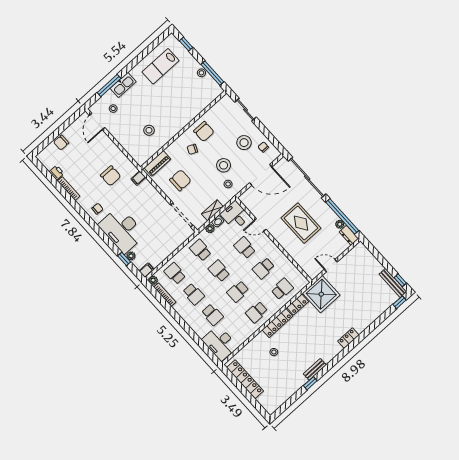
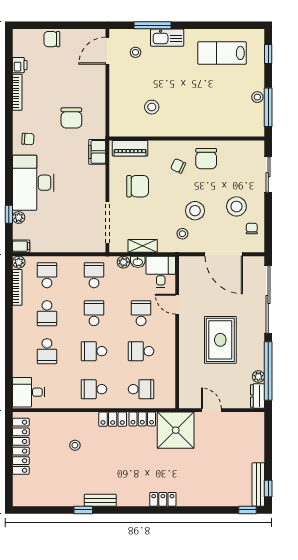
filing cabinet: (138, 178) -> (97, 152), width x2.00
locker: (277, 323) -> (113, 419), width x0.66
desk: (220, 343) -> (29, 392), width x0.73

